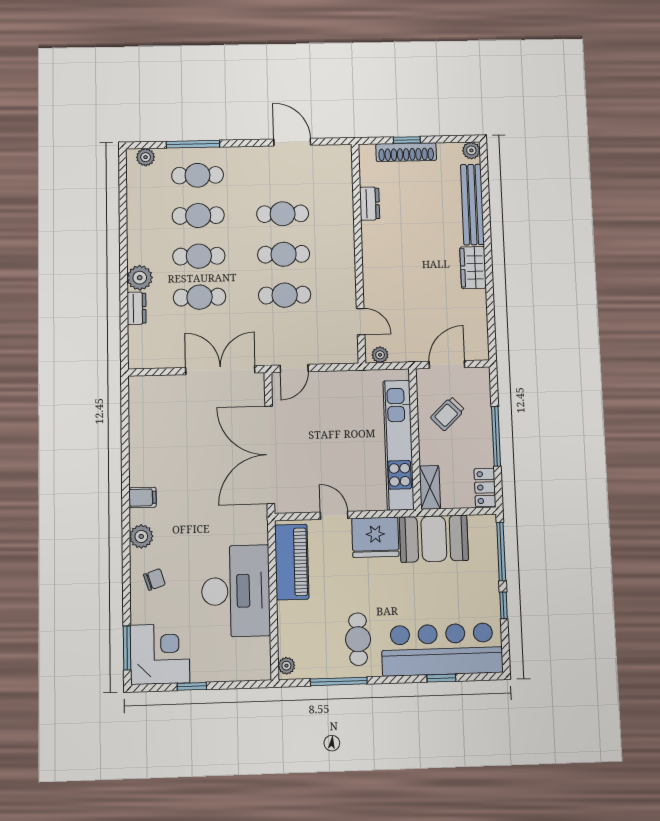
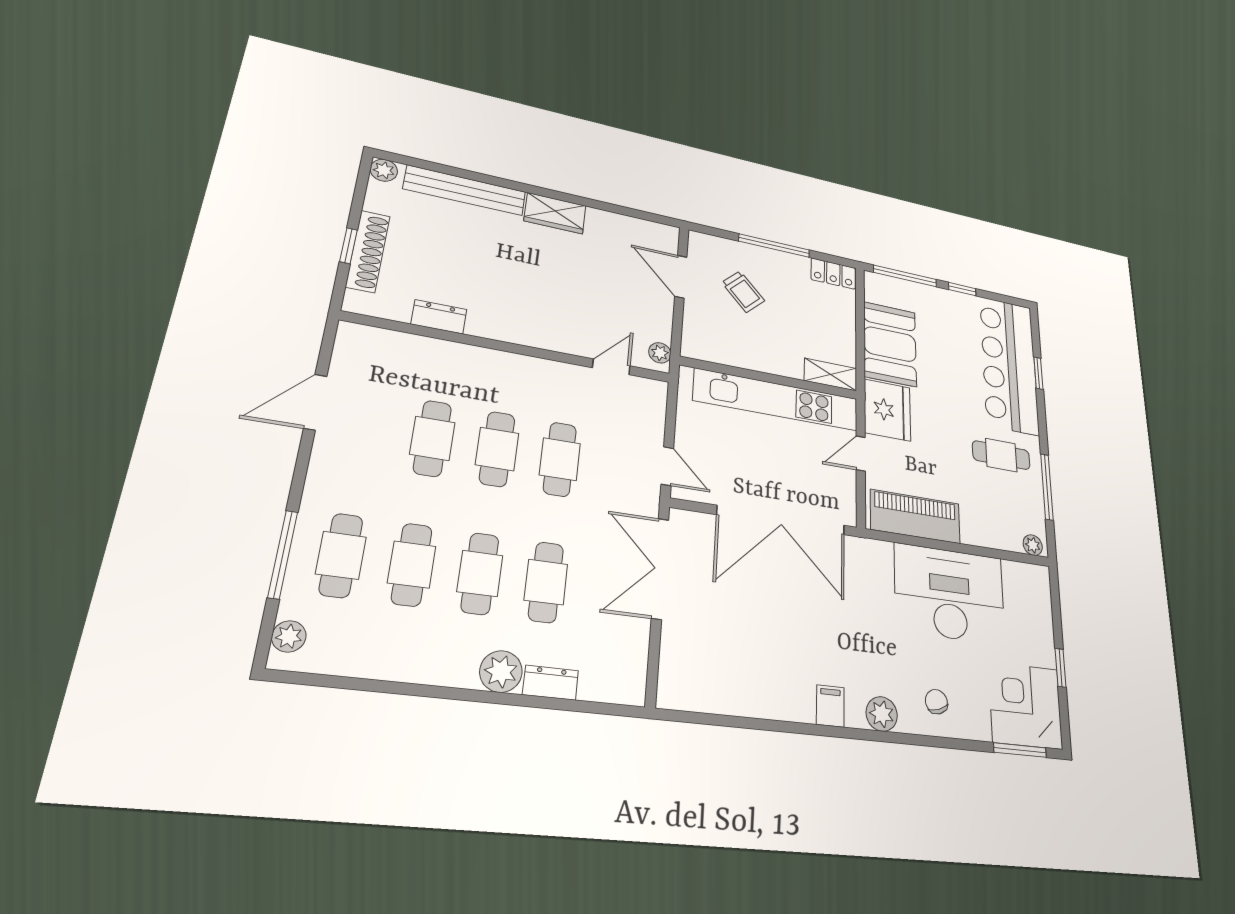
wall: (415, 439) -> (770, 378), moved
kitchen unit: (399, 445) -> (777, 400), moved
shelving: (430, 487) -> (831, 375), moved

